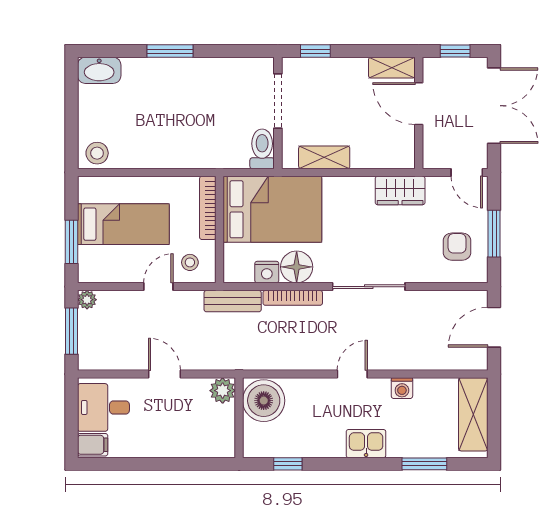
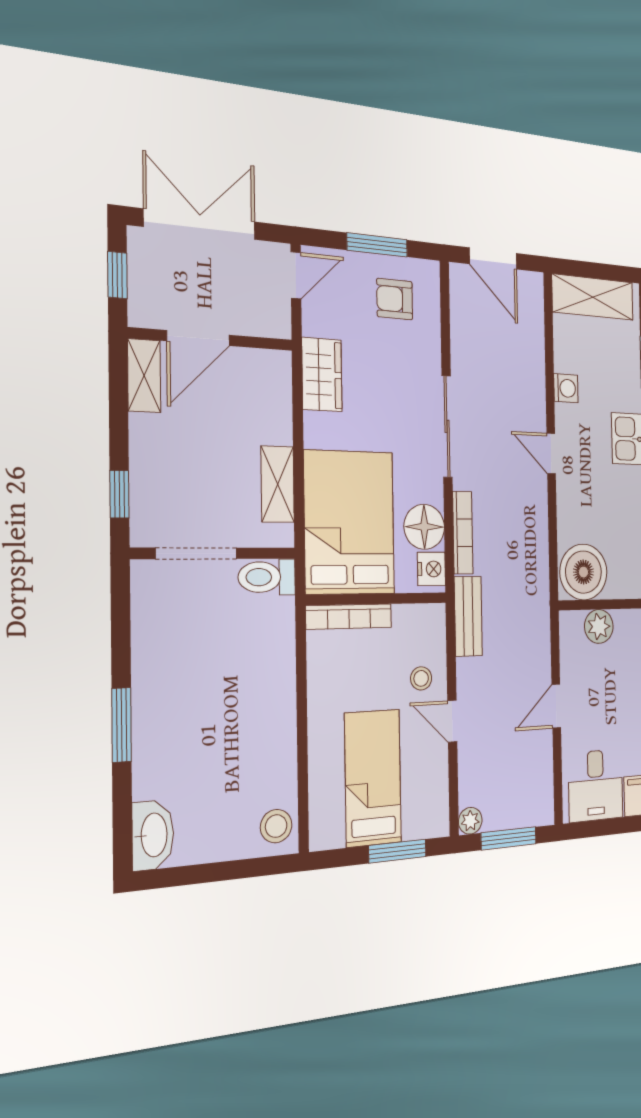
bookcase: (208, 208) -> (349, 617), moved
bed: (272, 209) -> (349, 522), moved
wall: (220, 230) -> (377, 599), moved
plant: (223, 391) -> (599, 626), moved

